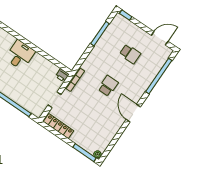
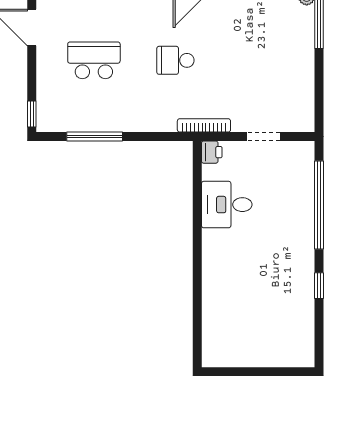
school desk: (130, 54) -> (94, 60), width x1.85
desk: (20, 55) -> (227, 205), moved
locker: (59, 126) -> (304, 98), removed

